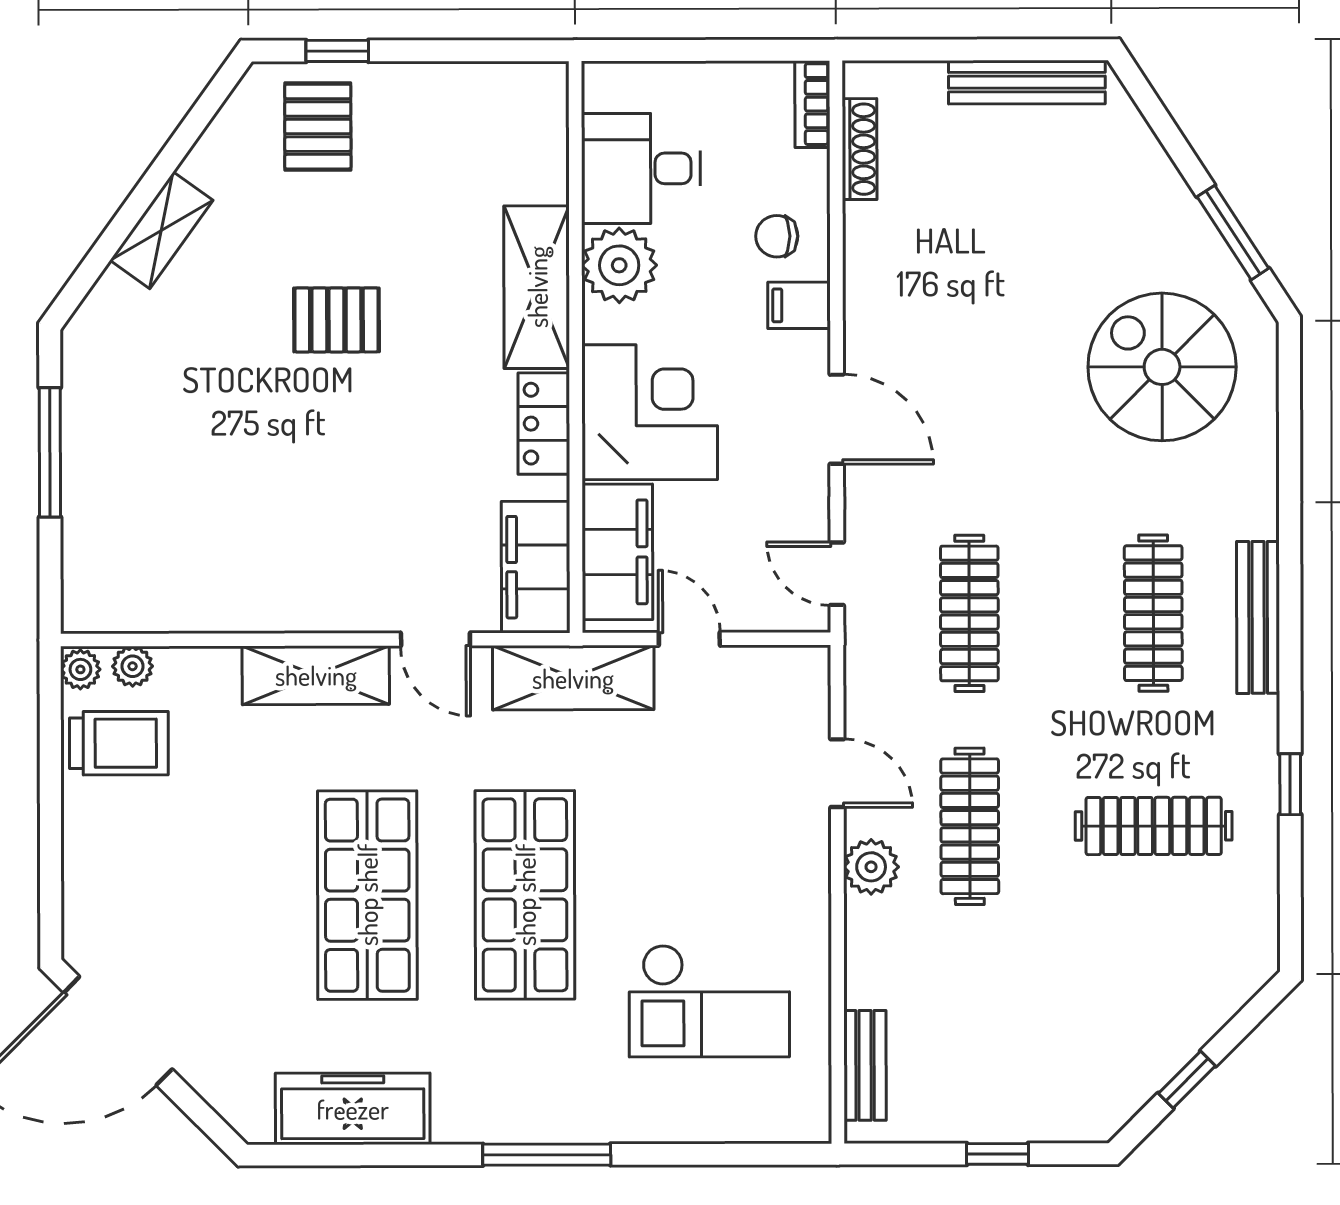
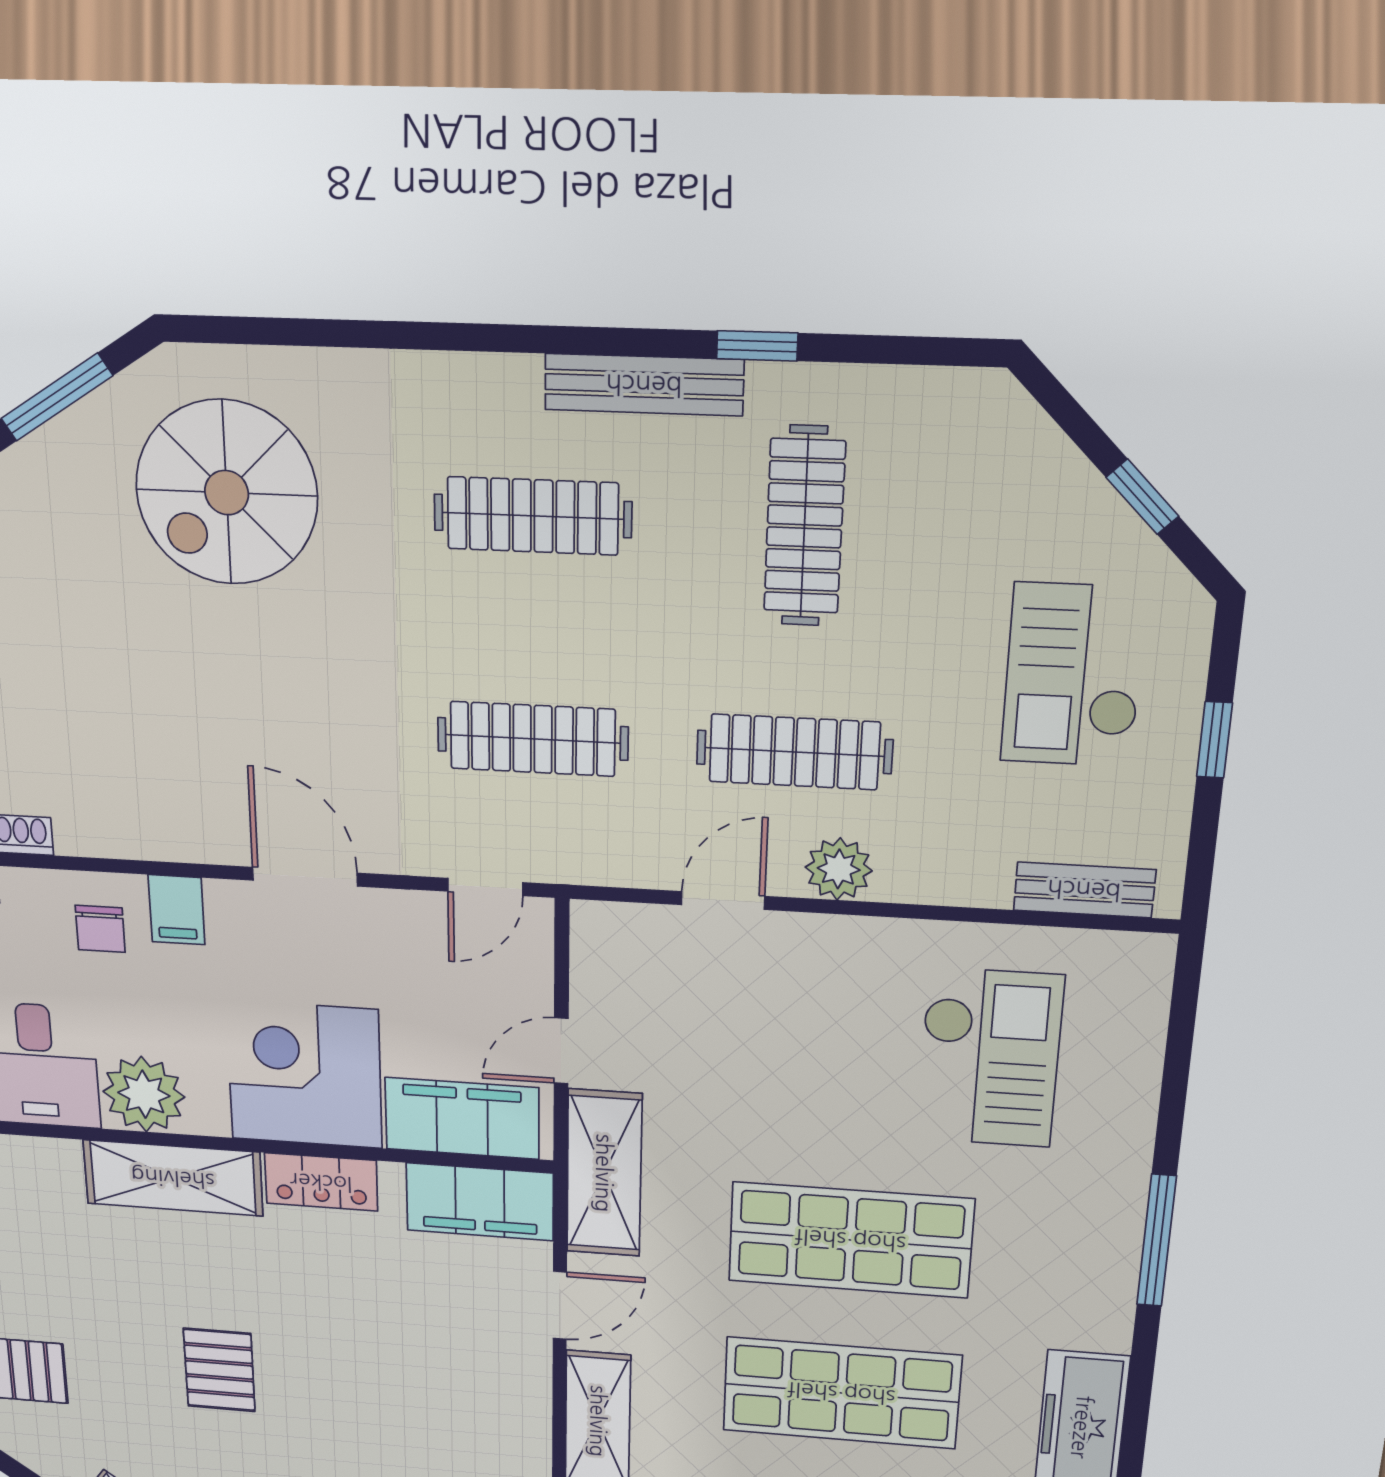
door: (837, 419) -> (305, 877), hinge flipped
bench: (1258, 617) -> (644, 385), moved
checkout: (1045, 1041) -> (1073, 675), added

